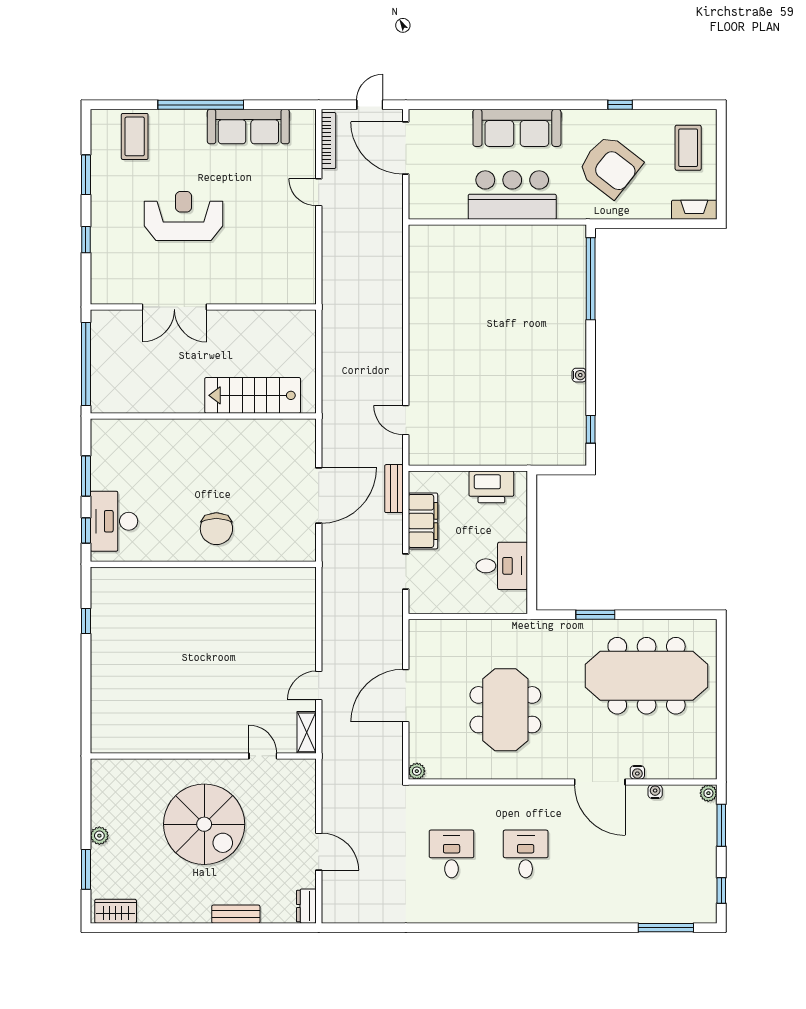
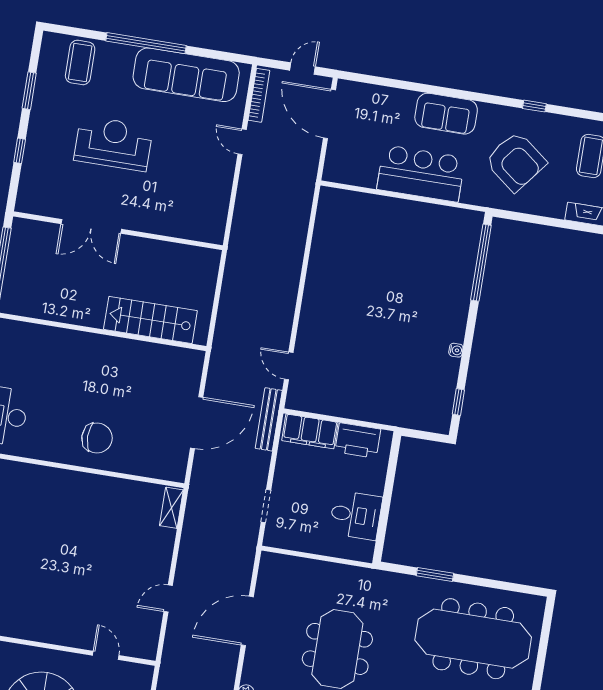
sofa: (248, 127) -> (186, 75), width x1.36, depth x1.27
sofa: (517, 128) -> (446, 114), width x0.73
bench: (394, 489) -> (269, 419), width x1.36
filing cabinet: (423, 521) -> (310, 431), moved, turned 90
chair: (216, 529) -> (97, 438), turned -90
shelving: (307, 732) -> (171, 508), moved

